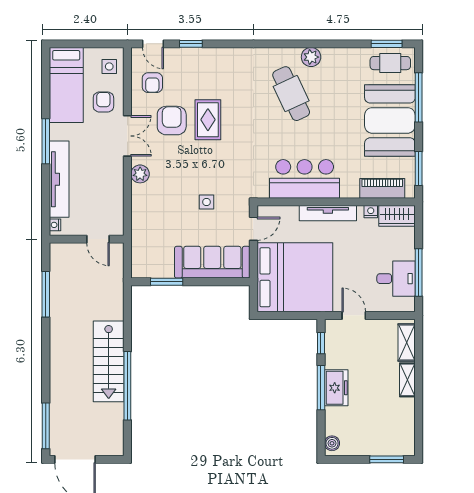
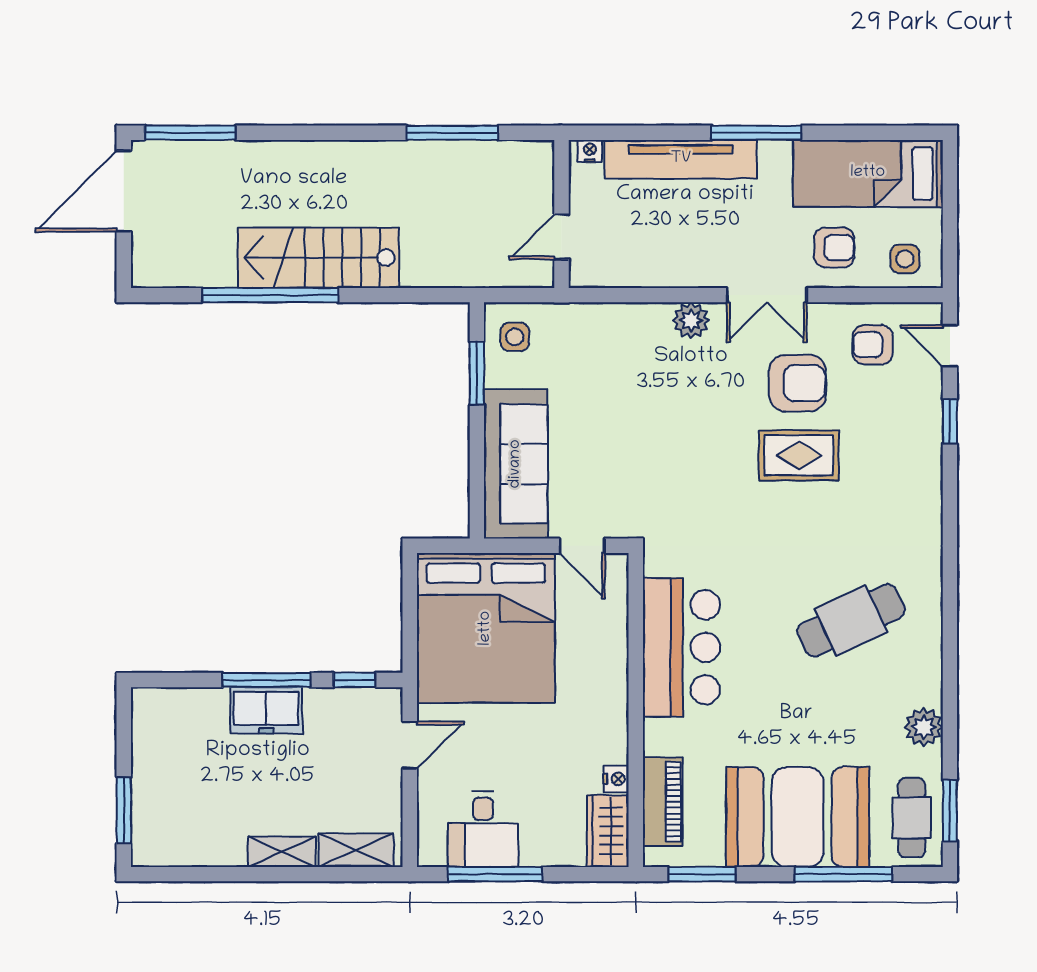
door: (153, 44) -> (950, 346), hinge flipped
plant: (311, 57) -> (924, 727), moved
side table: (206, 202) -> (515, 337), moved
tv unit: (328, 213) -> (613, 694), removed
boiler: (332, 443) -> (156, 702), removed

